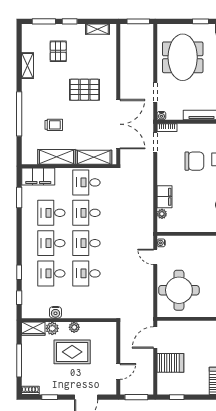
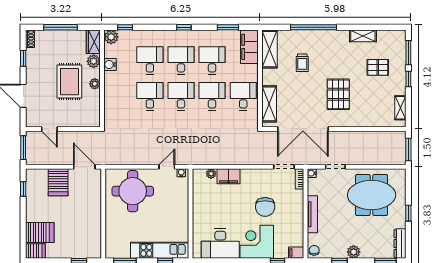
shelving: (56, 157) -> (269, 49), moved
window: (19, 272) -> (184, 27), moved
plant: (29, 311) -> (111, 37), added

